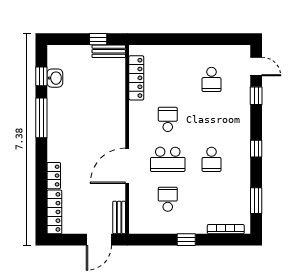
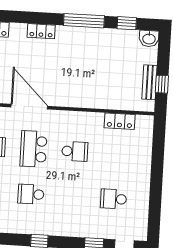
bench: (109, 51) -> (149, 82), moved
washbasin: (55, 78) -> (149, 39), moved
locker: (136, 78) -> (120, 121), width x0.66
locker: (54, 176) -> (41, 31), moved

